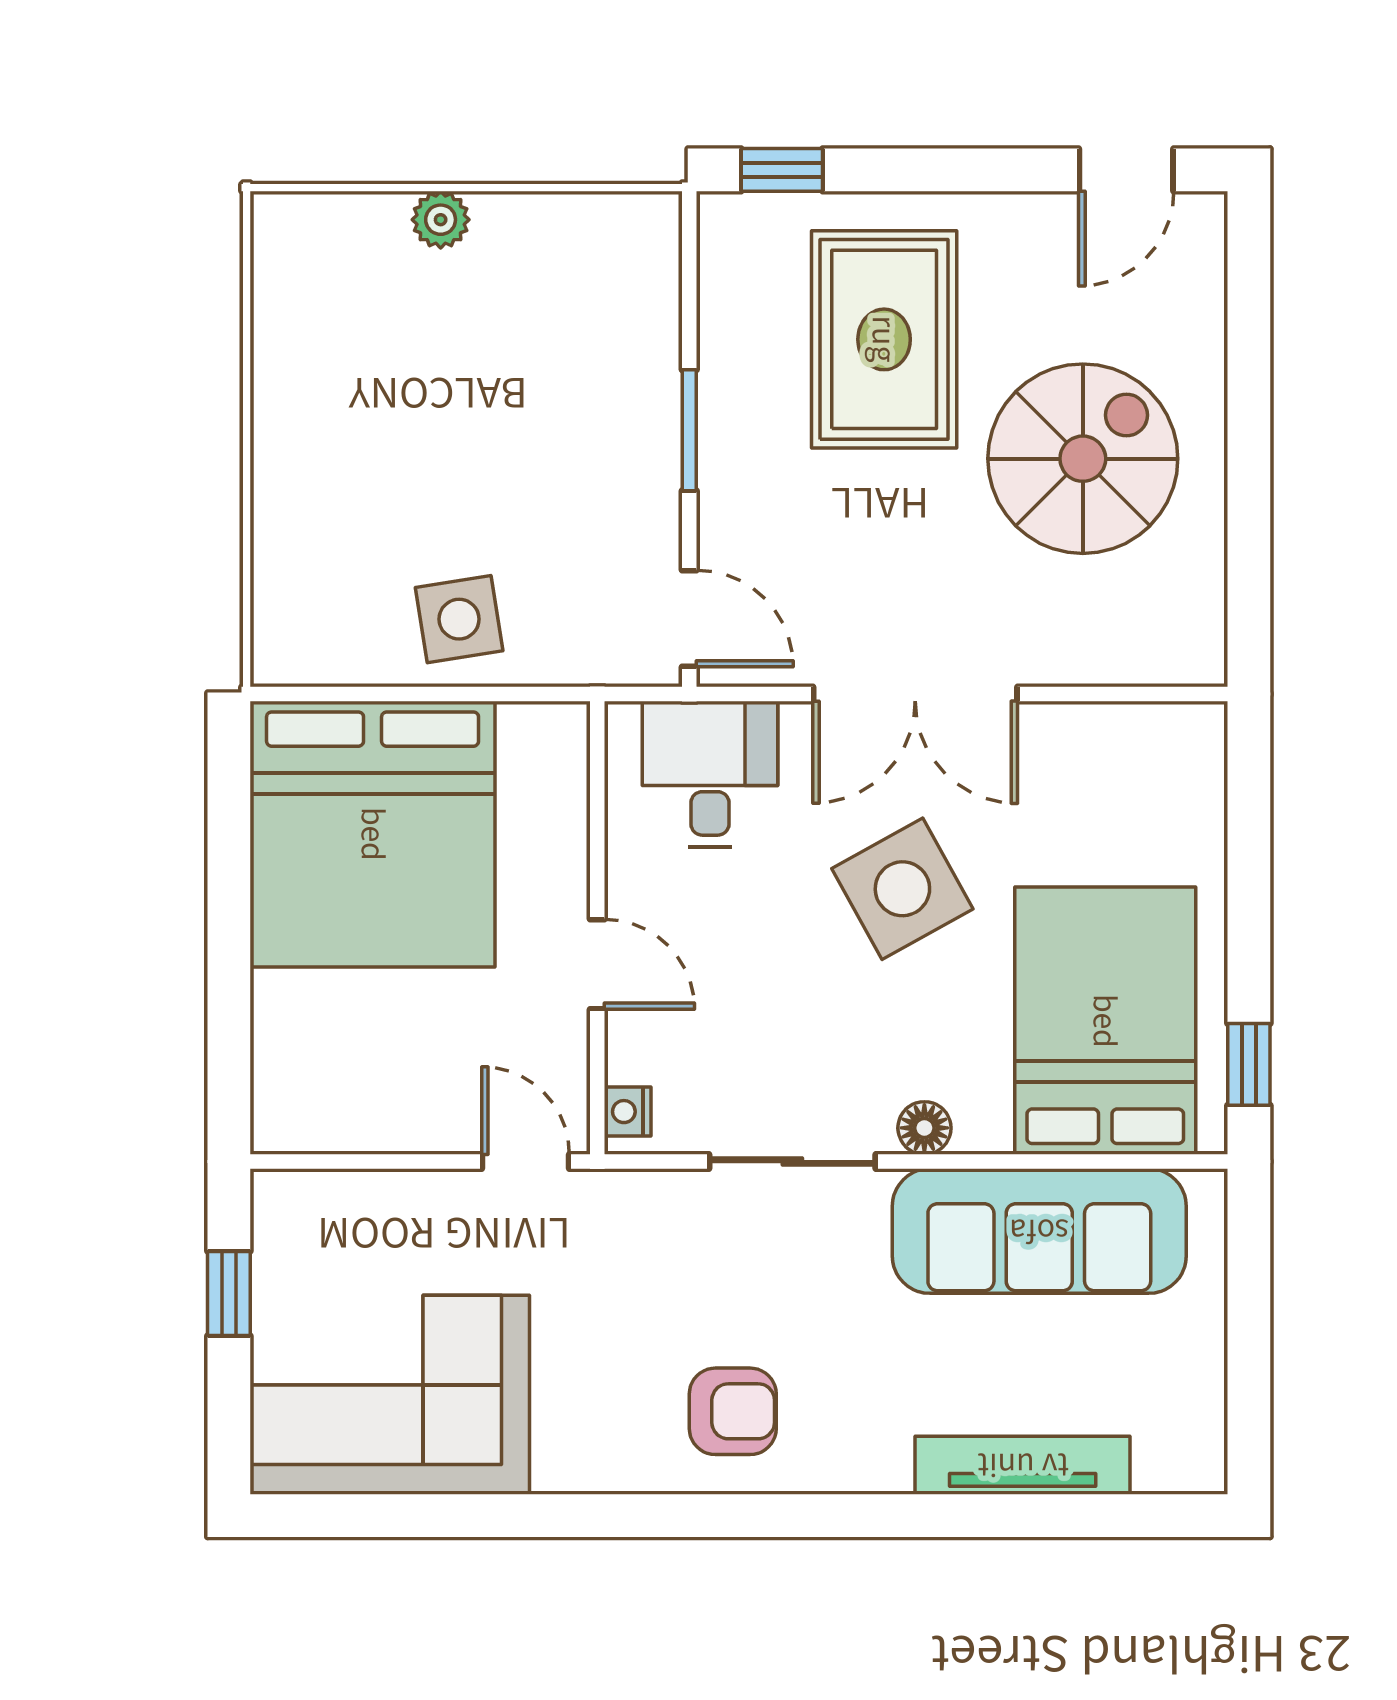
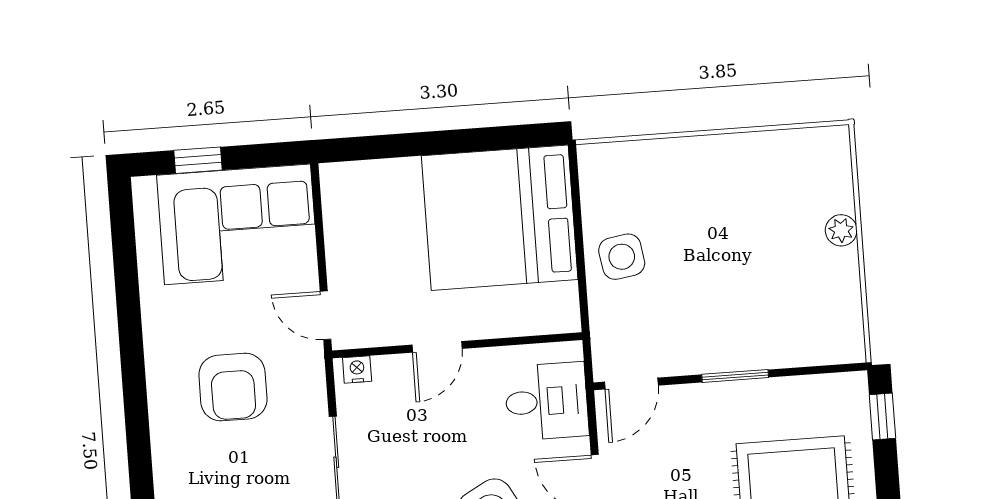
door: (526, 1162) -> (325, 315), swing flipped
window: (229, 1293) -> (198, 160), moved
corner sofa: (390, 1395) -> (237, 224), moved, turned 90
armchair: (733, 1411) -> (233, 387), moved, width x1.38, depth x1.38

